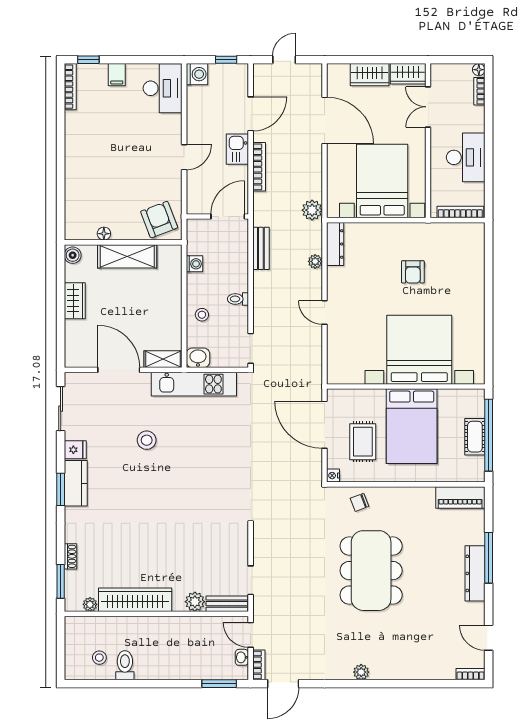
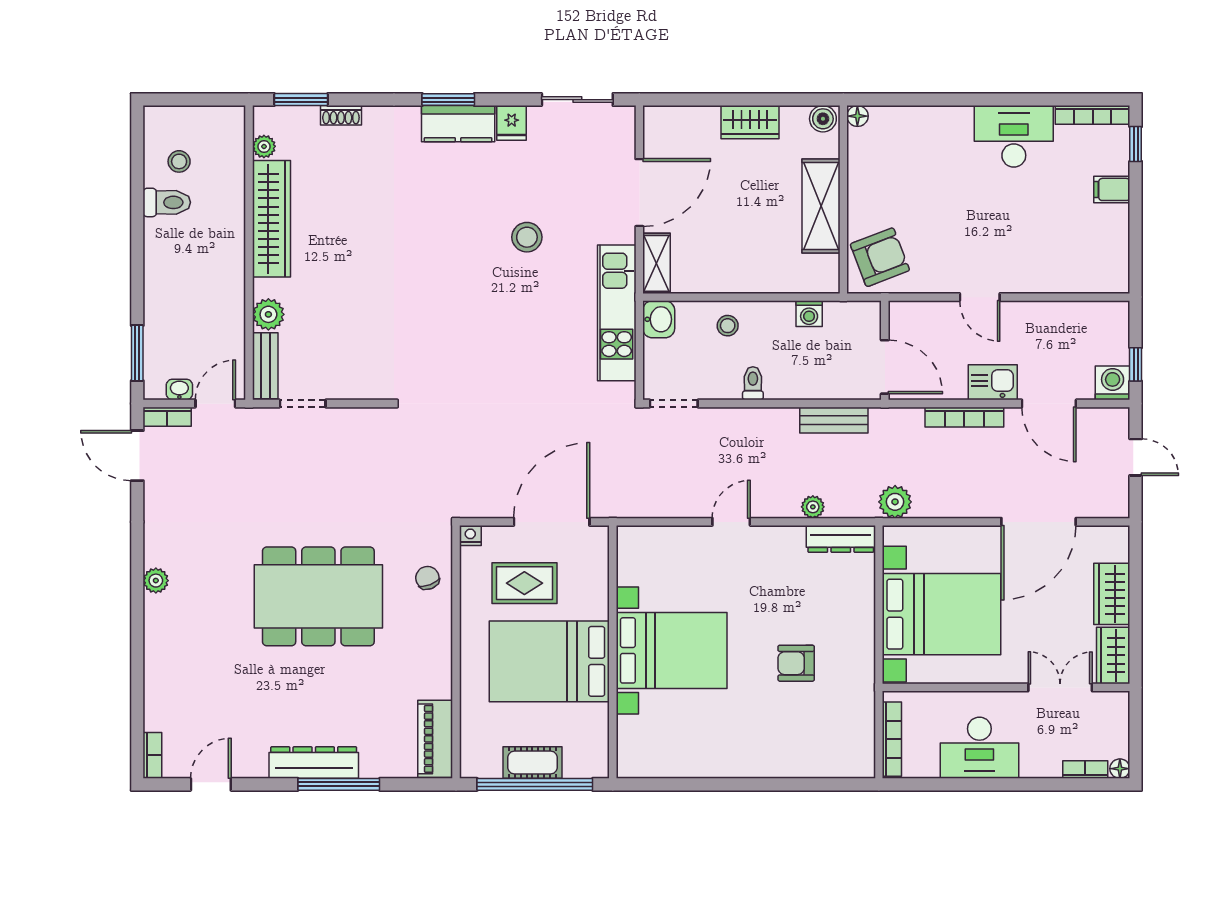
washing machine: (197, 74) -> (1113, 383), moved, turned 180
desk: (163, 88) -> (1014, 136), moved, turned 180
floor lamp: (104, 234) -> (857, 116), moved
bed with nightstands: (419, 350) -> (672, 650), width x0.73

